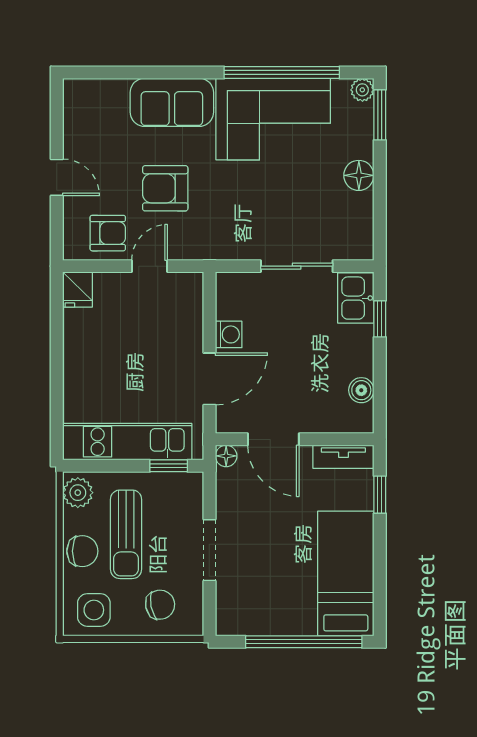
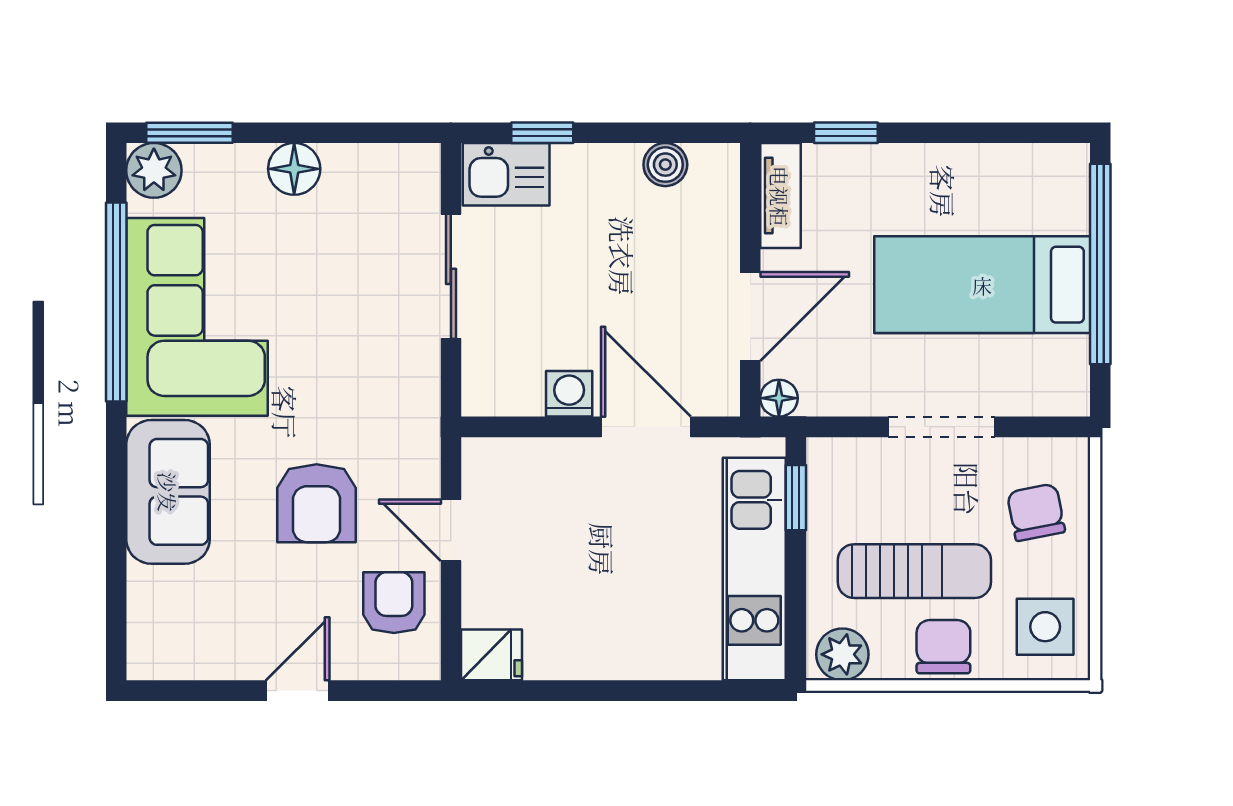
plant: (362, 90) -> (154, 170), width x1.38, depth x1.38
bed: (346, 574) -> (982, 285), moved

